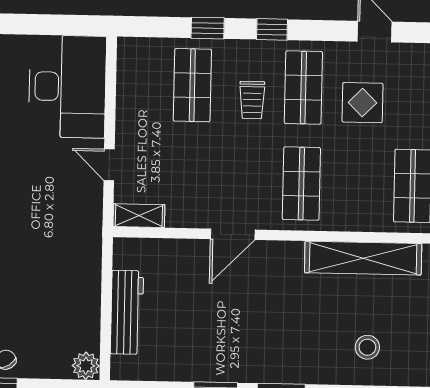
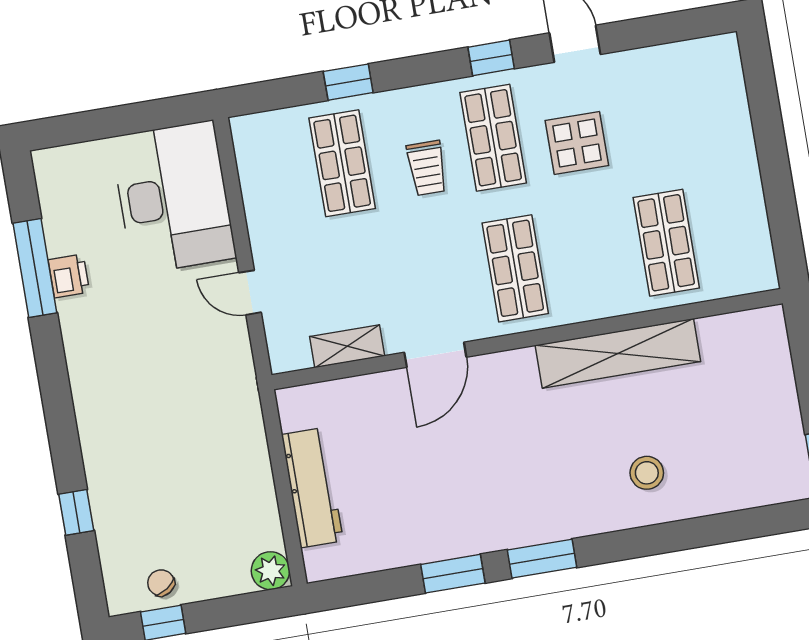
window: (272, 29) -> (491, 58), moved
shelving: (139, 216) -> (347, 346), moved

